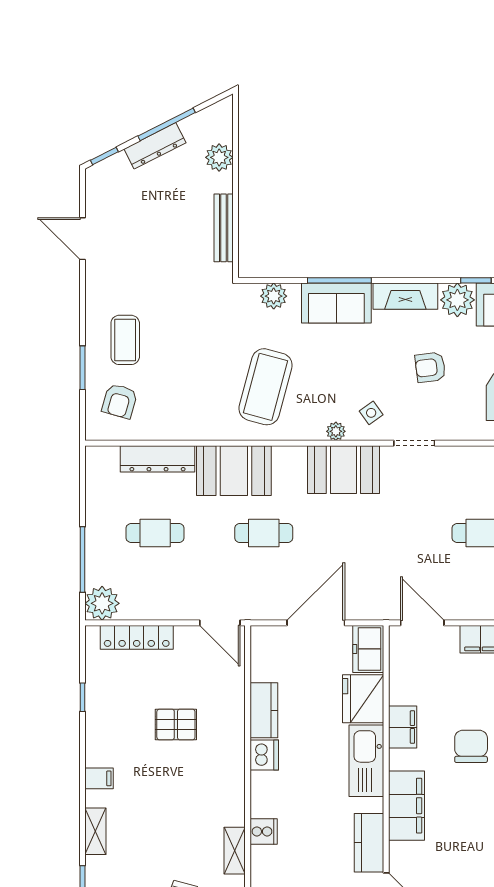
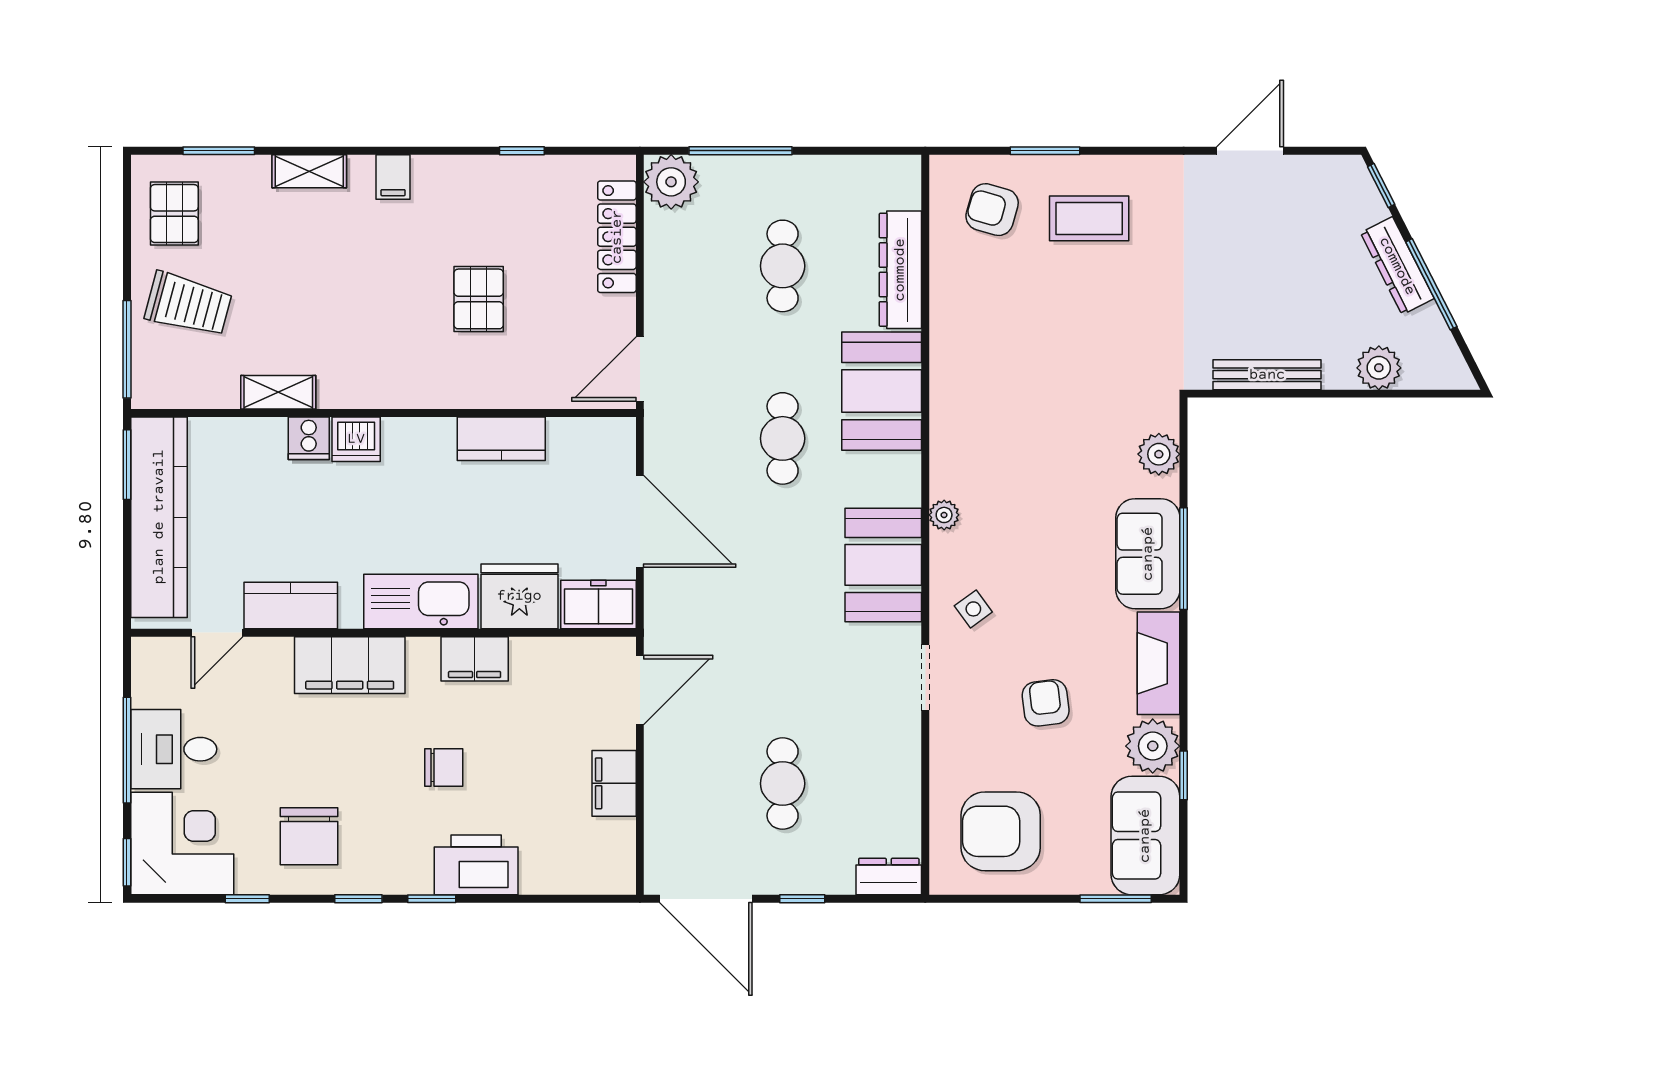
coffee table: (266, 387) -> (1015, 441), removed
plant: (336, 431) -> (944, 515), moved
chair: (471, 746) -> (444, 768), width x0.73, depth x0.73
dishwasher: (264, 755) -> (356, 439), moved

